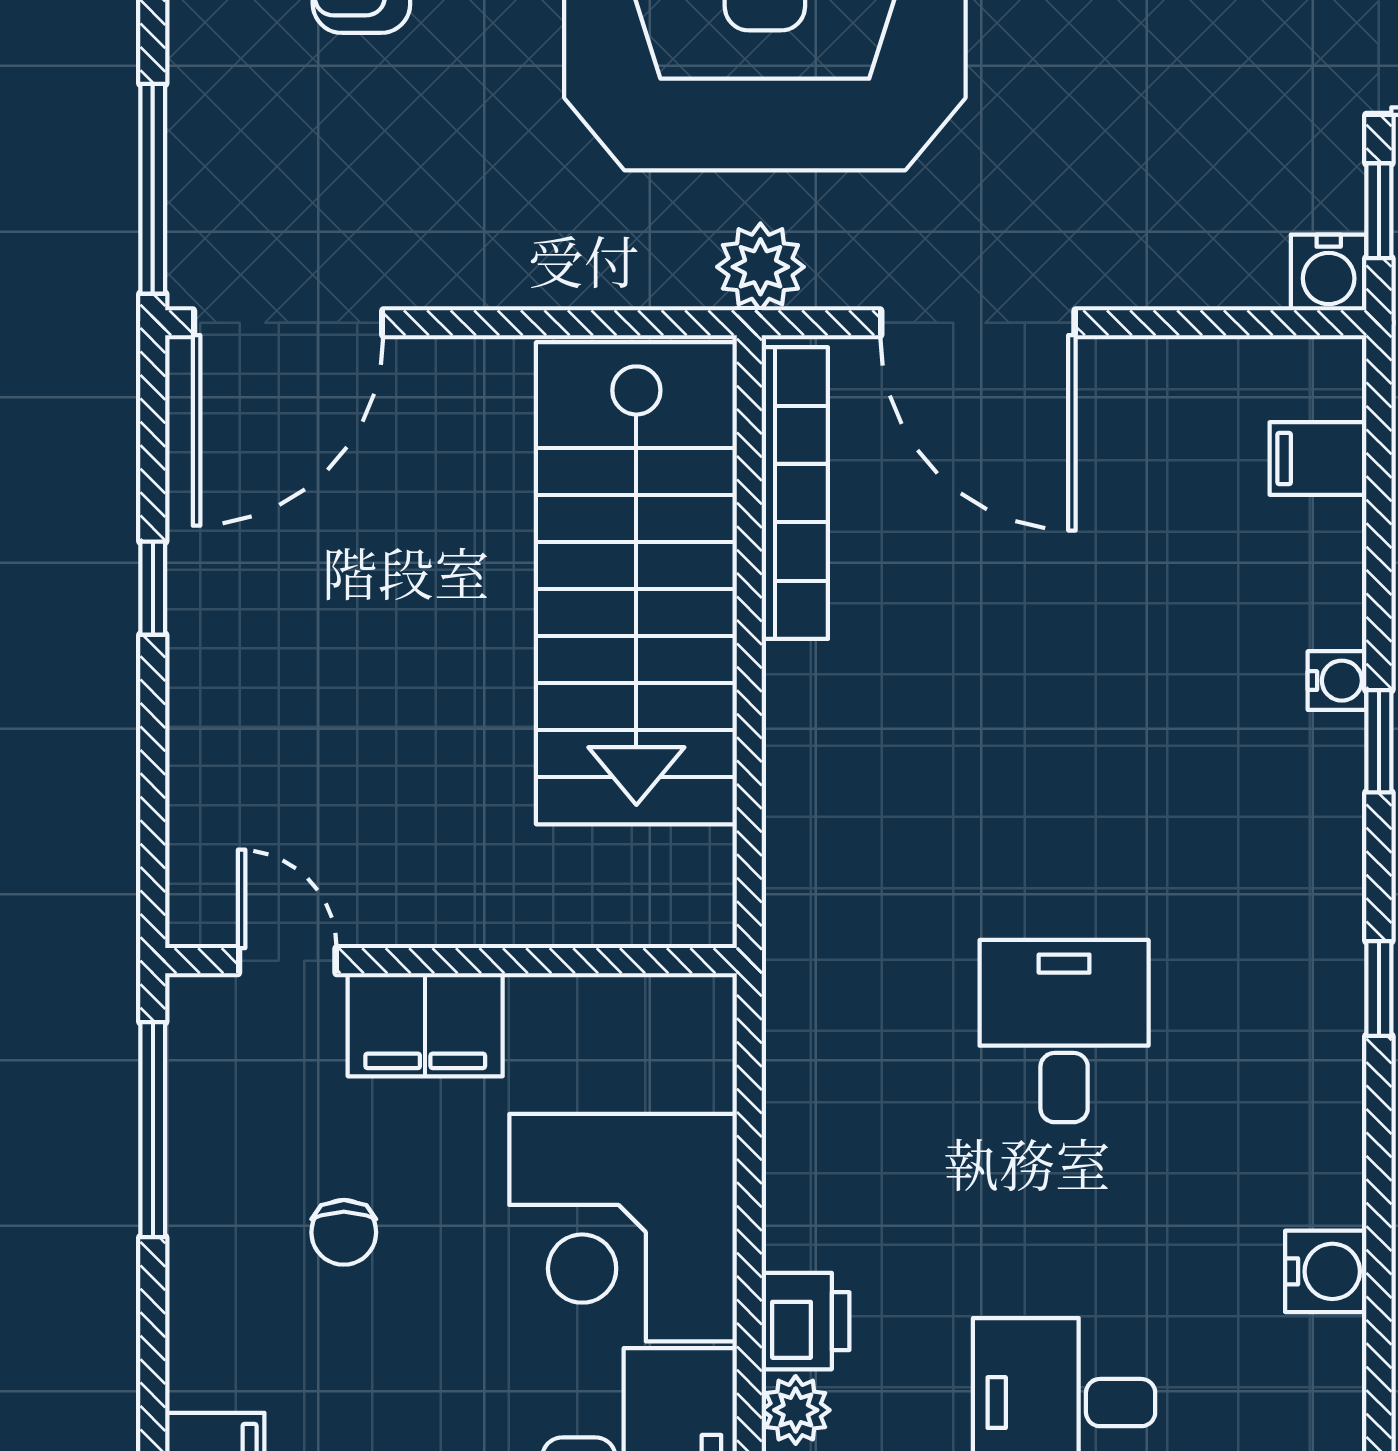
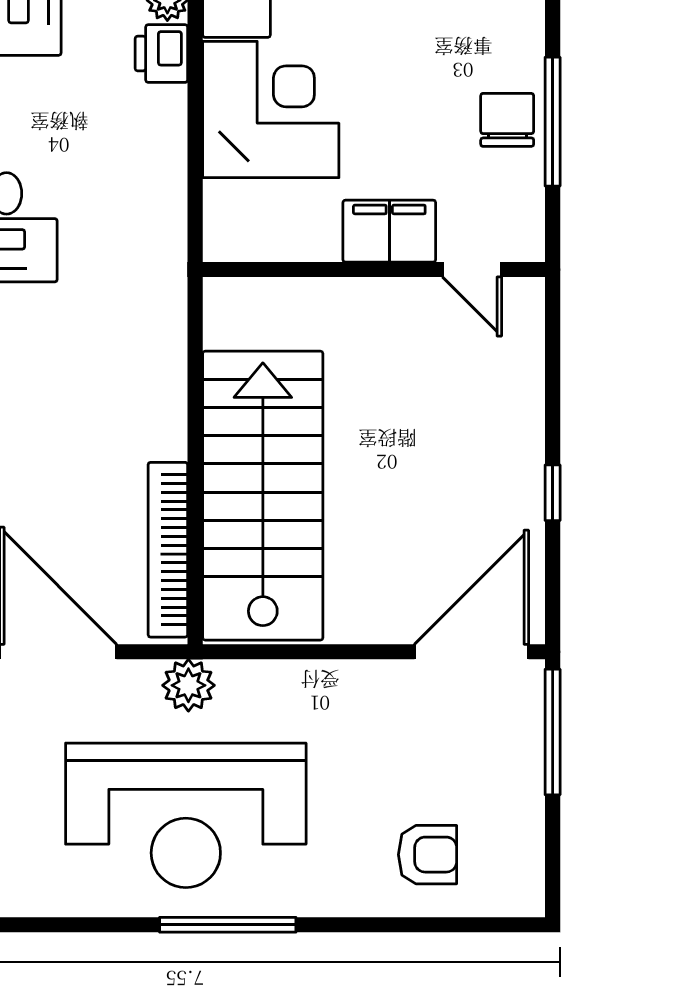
window: (153, 1130) -> (553, 122), moved
chair: (344, 1232) -> (507, 120), moved, width x1.37, depth x1.37

